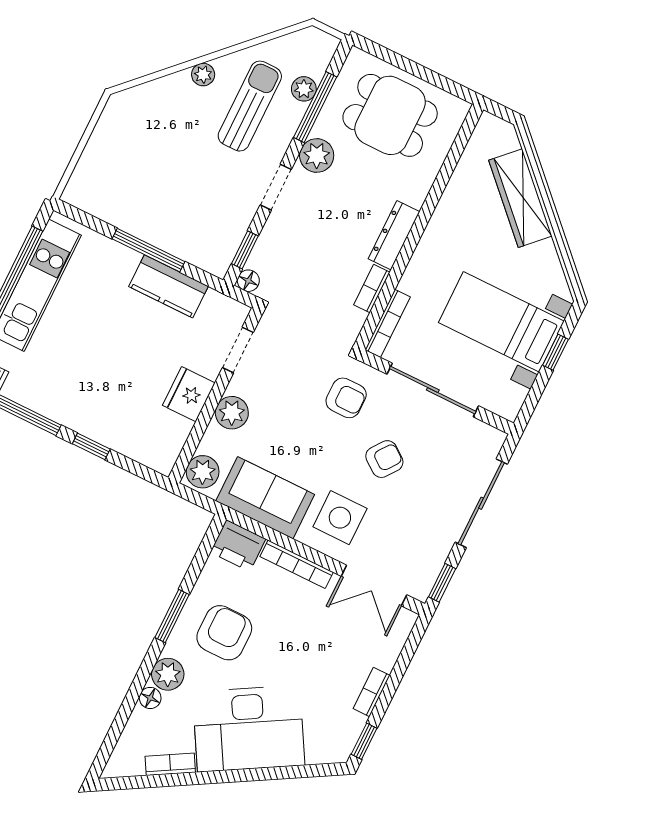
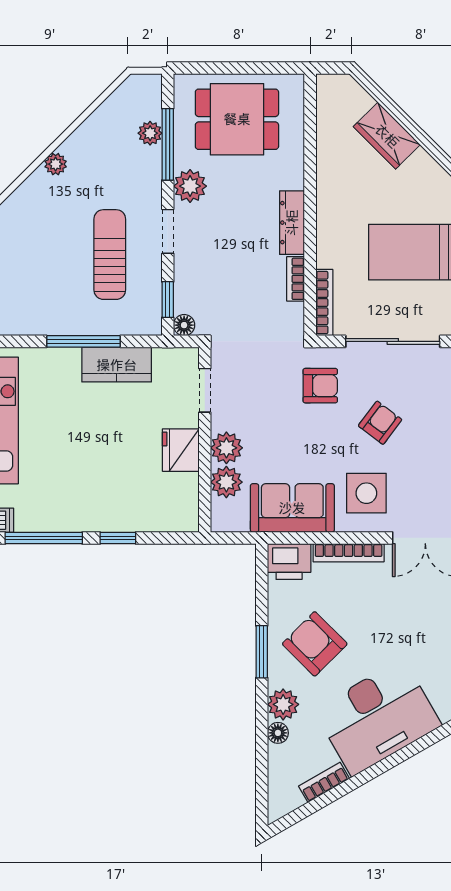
sun lounger: (250, 106) -> (110, 255), moved
wardrobe: (520, 198) -> (387, 136), width x0.67
plant: (203, 472) -> (226, 482), moved
armchair: (224, 633) -> (315, 644), turned -45

